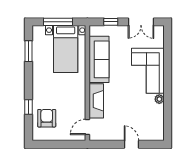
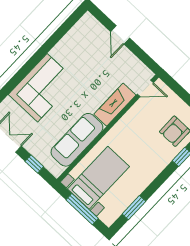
plant: (159, 99) -> (56, 52), removed

